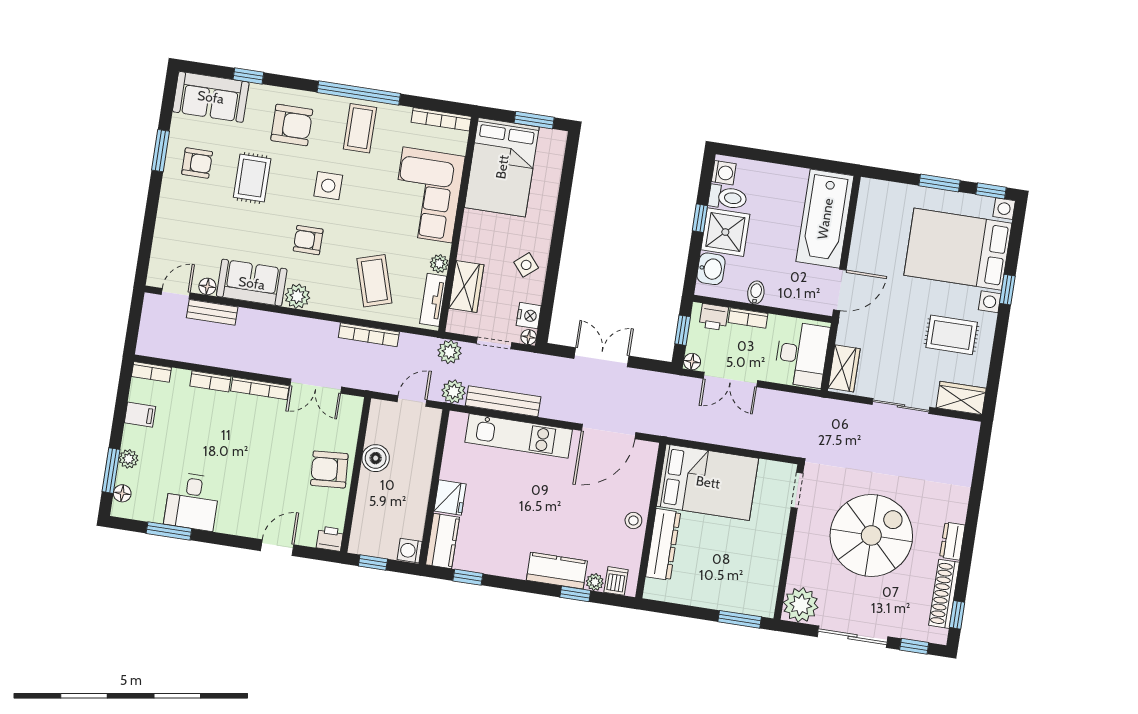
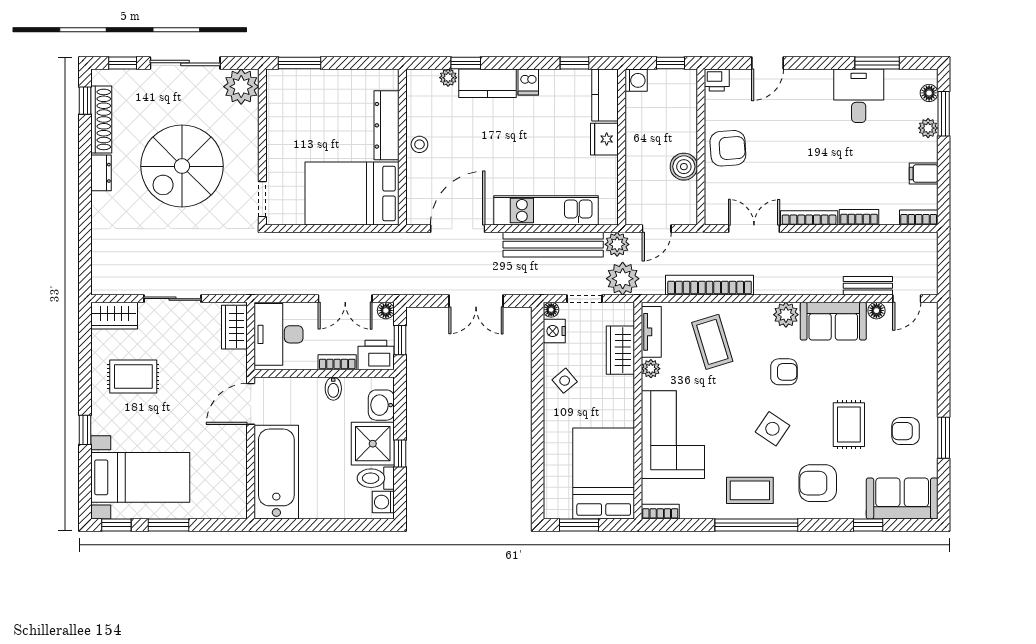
bookcase: (441, 119) -> (660, 512), width x0.64
coffee table: (360, 128) -> (750, 490), turned 90
side table: (328, 186) -> (772, 429), turned 34
bed with nightstands: (958, 249) -> (140, 477), width x0.73
printer: (714, 317) -> (376, 355), width x1.36, depth x1.24
bookcase: (369, 335) -> (710, 285), width x1.48, depth x1.31
plant: (450, 352) -> (623, 279), width x1.36, depth x1.36
double door: (730, 380) -> (345, 299), swing flipped
bench: (503, 401) -> (553, 245), width x1.37, depth x1.21
dishwasher: (616, 581) -> (528, 82), moved

